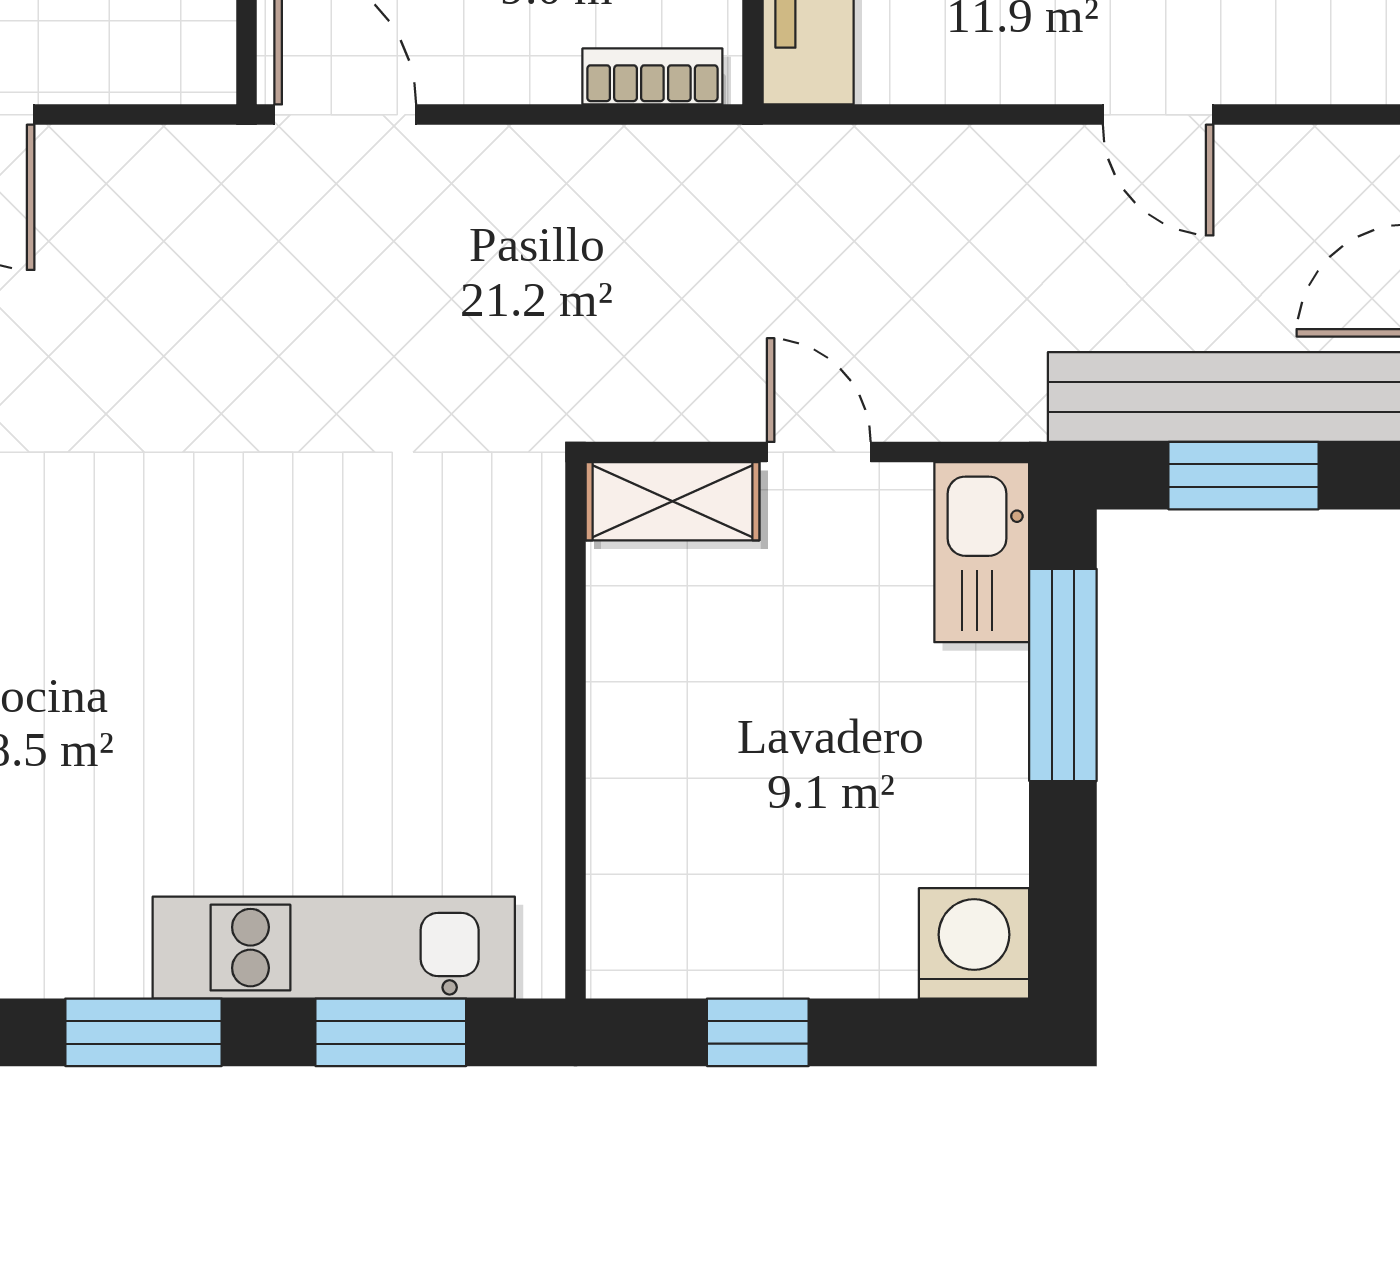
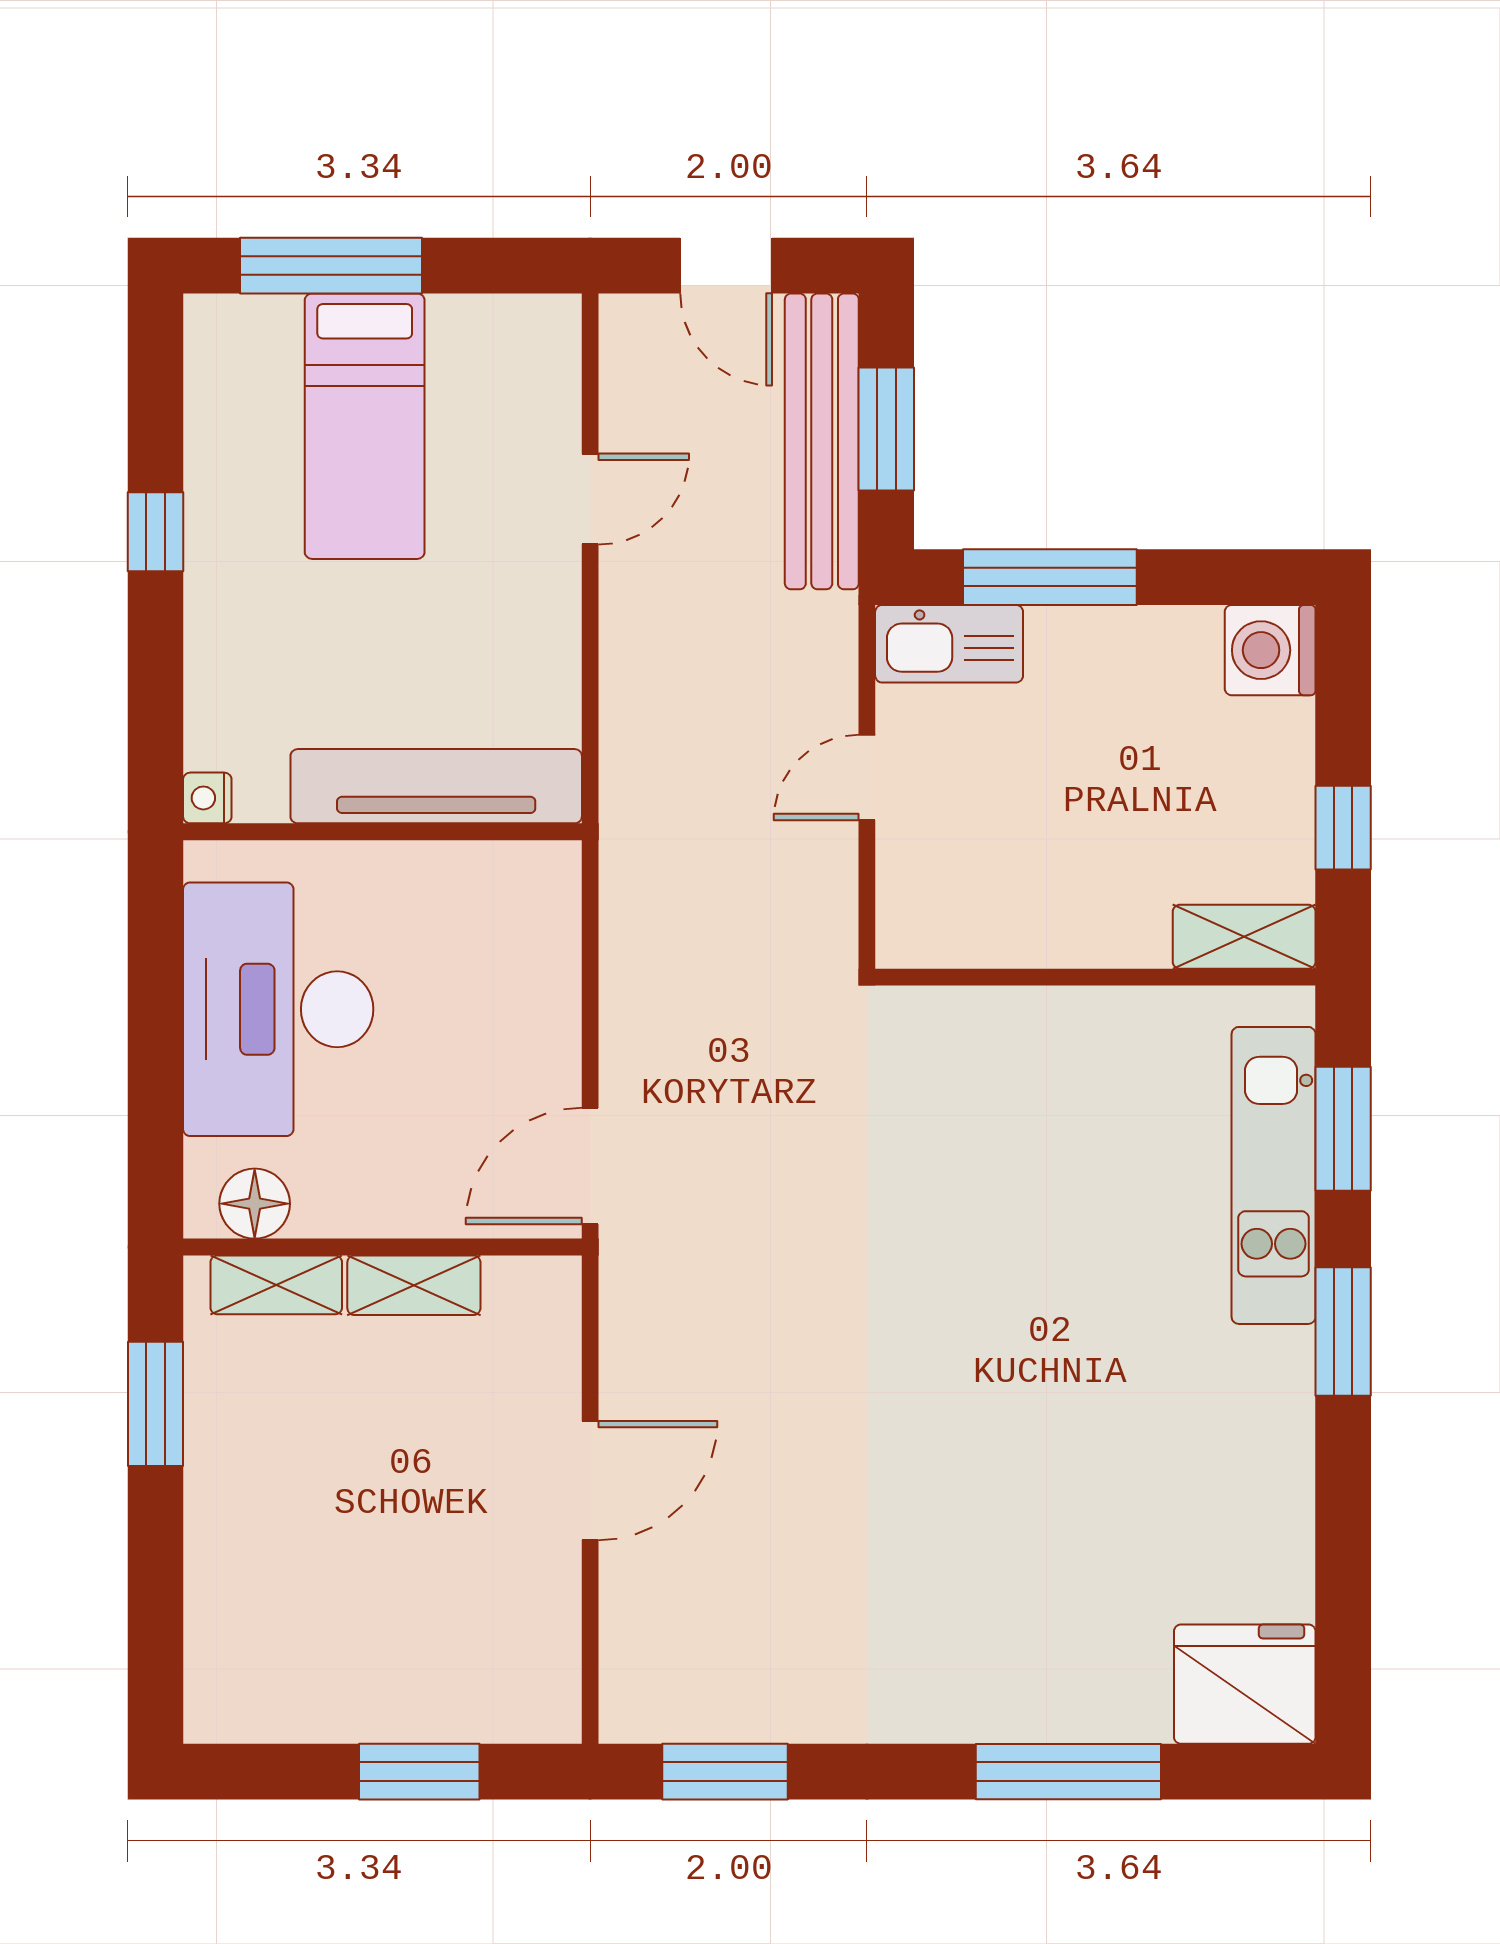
bookcase: (652, 76) -> (559, 914), removed
shelving: (672, 501) -> (1244, 937), moved, turned 90

